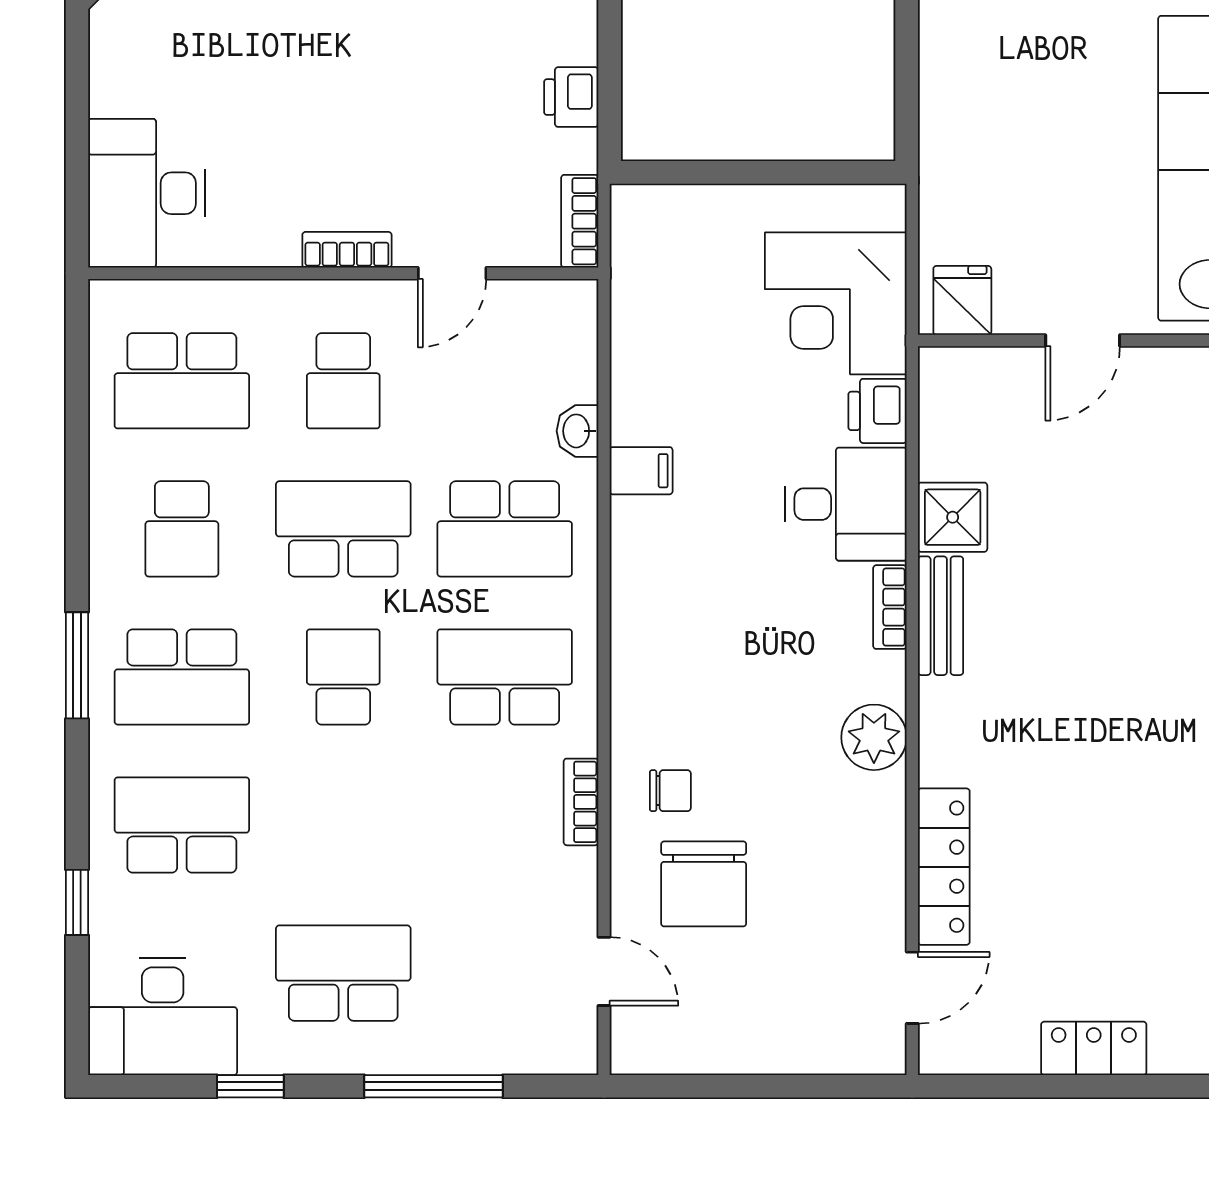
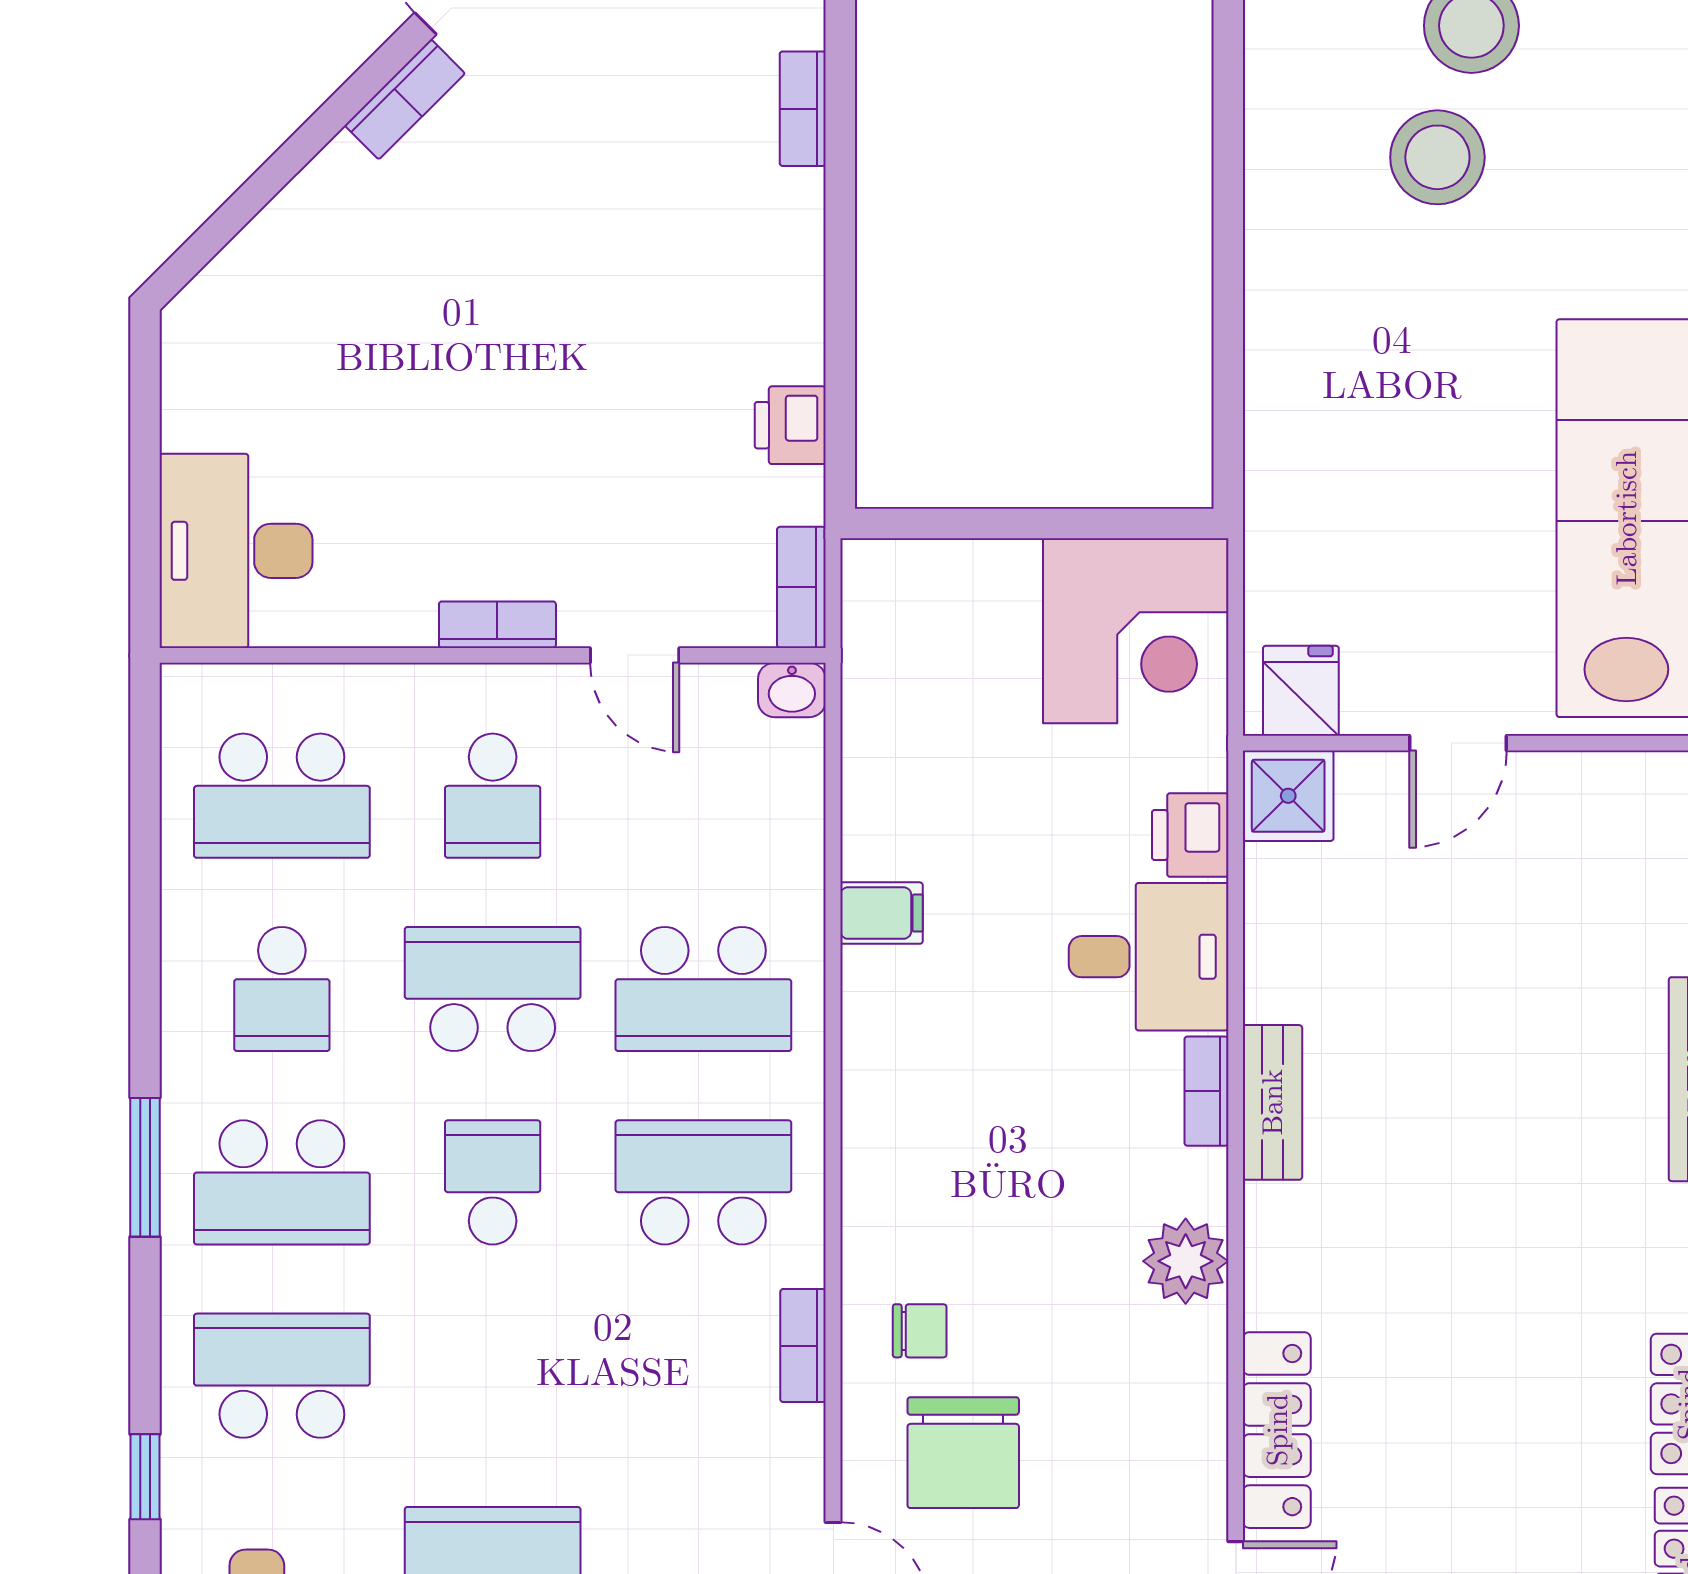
door: (452, 273) -> (635, 655), hinge flipped
corner desk: (836, 303) -> (1136, 631), moved, turned -90
washbasin: (577, 431) -> (792, 690), moved, turned -90
shower: (953, 517) -> (1288, 796), moved

